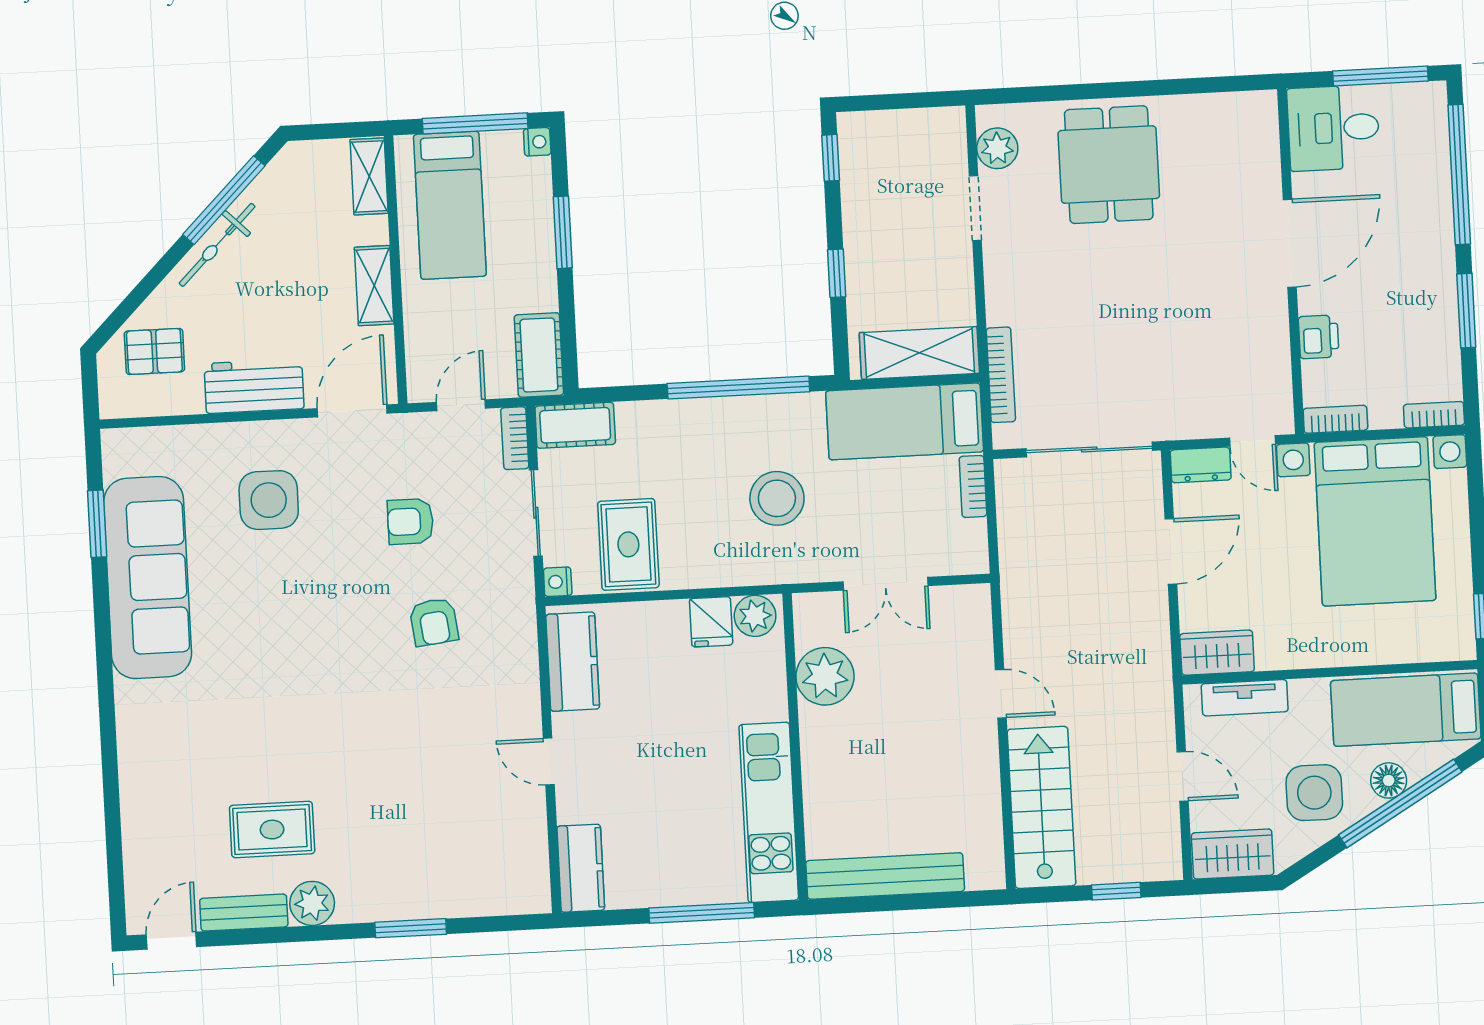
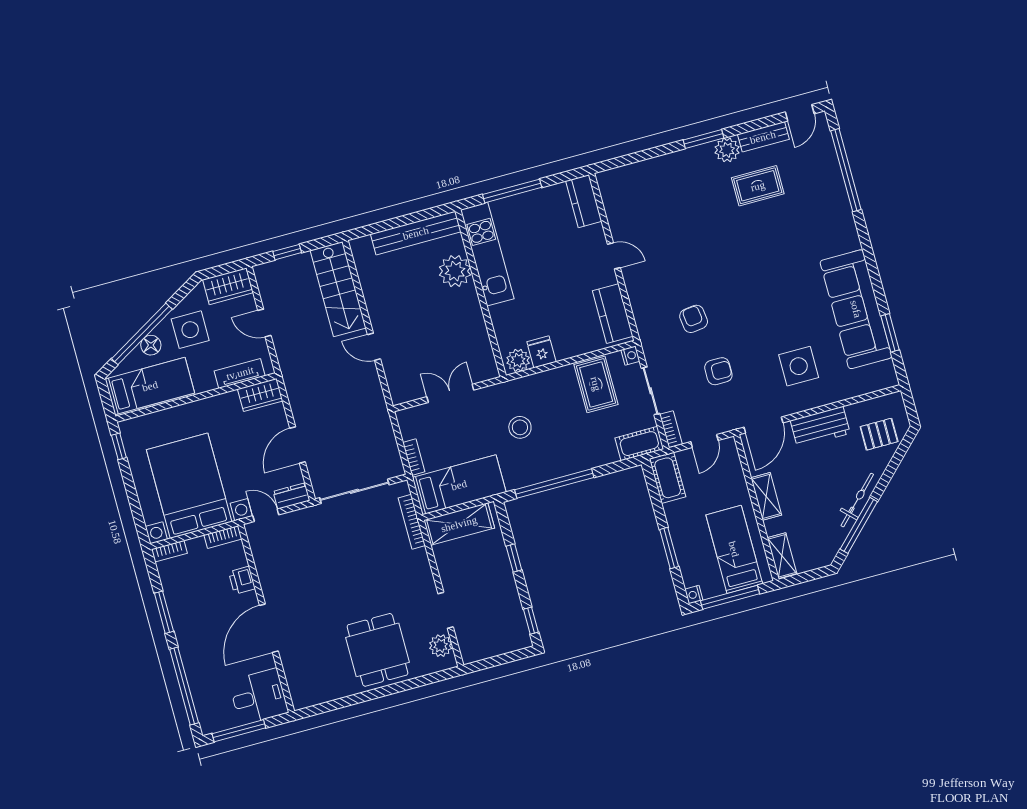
stool: (777, 498) -> (520, 427), width x0.73, depth x0.73
plant: (825, 676) -> (455, 271), moved
window: (113, 823) -> (846, 170), added
window: (411, 928) -> (704, 139), moved

